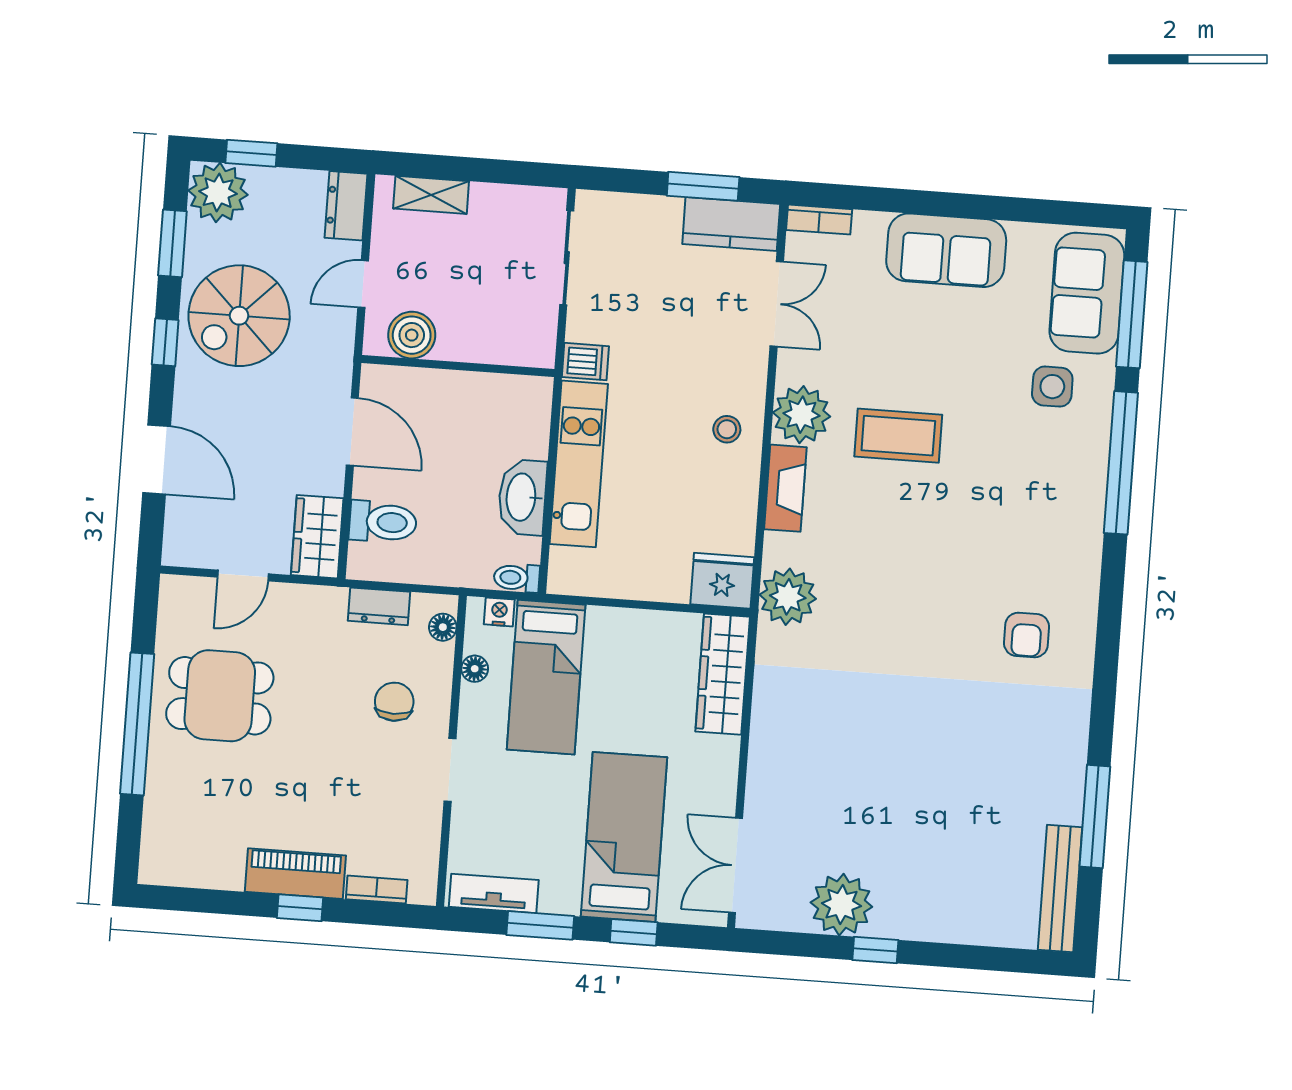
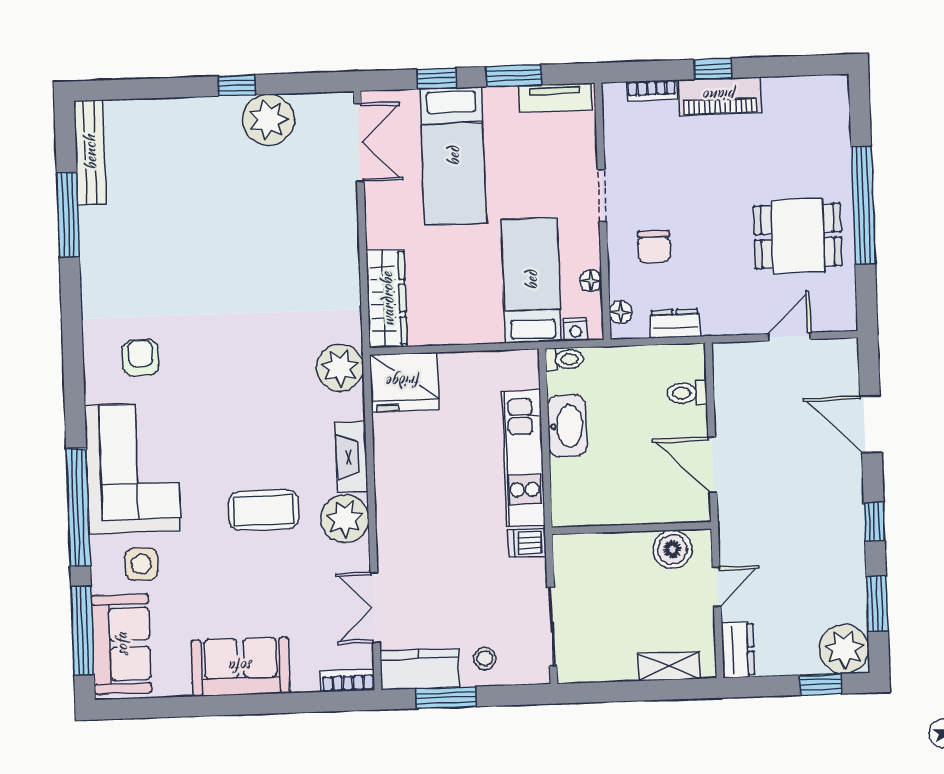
spiral stairs: (239, 316) -> (816, 550), removed
stool: (727, 429) -> (485, 659), moved
corner sofa: (1050, 503) -> (133, 468), added
toilet: (383, 522) -> (687, 393), width x0.73, depth x0.72
wardrobe: (317, 537) -> (732, 375), removed
fridge: (722, 581) -> (404, 382), width x1.36, depth x1.34

